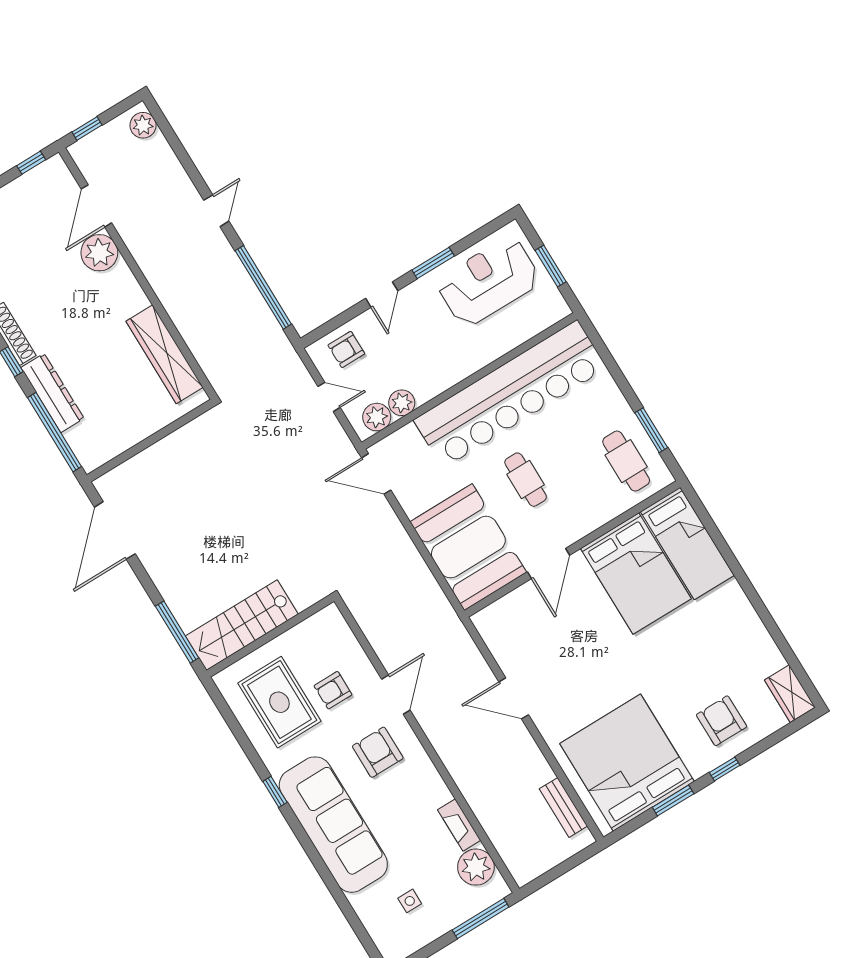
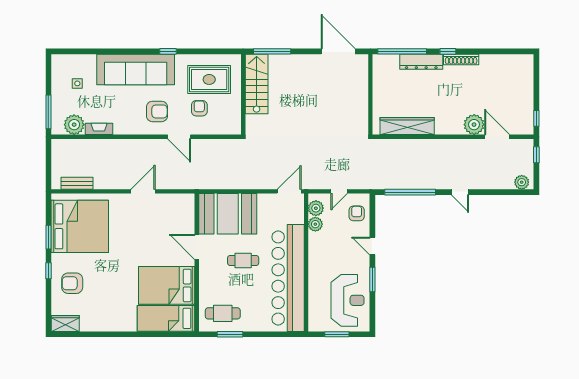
armchair: (721, 721) -> (72, 283), turned 180

